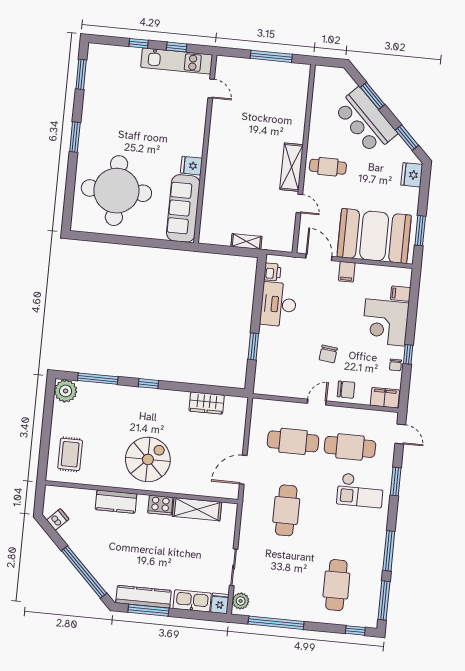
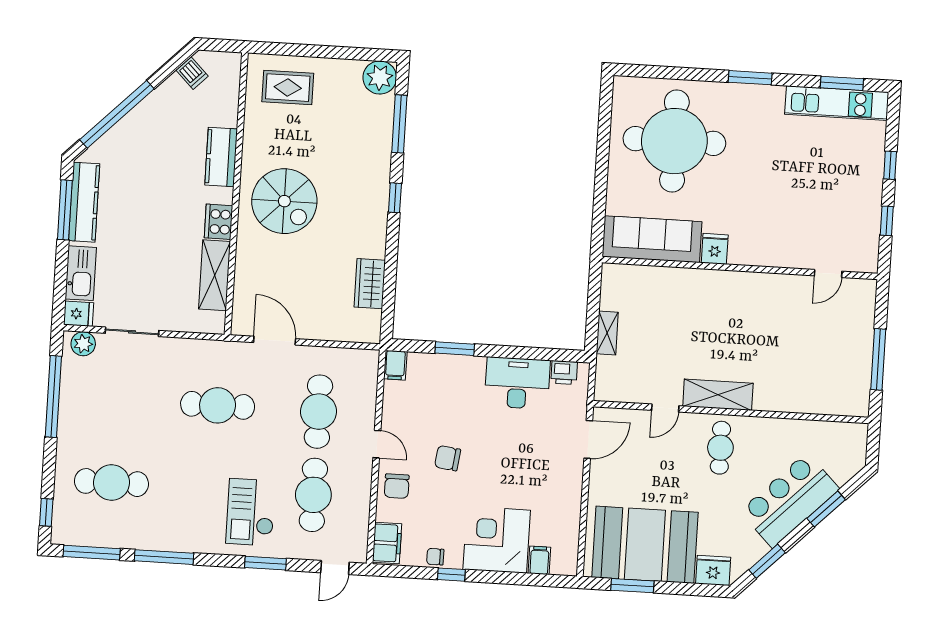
kitchen unit: (177, 61) -> (837, 103), moved, turned -90
booth: (374, 236) -> (645, 545), moved, turned 90
filing cabinet: (347, 272) -> (395, 365), moved, turned -90

